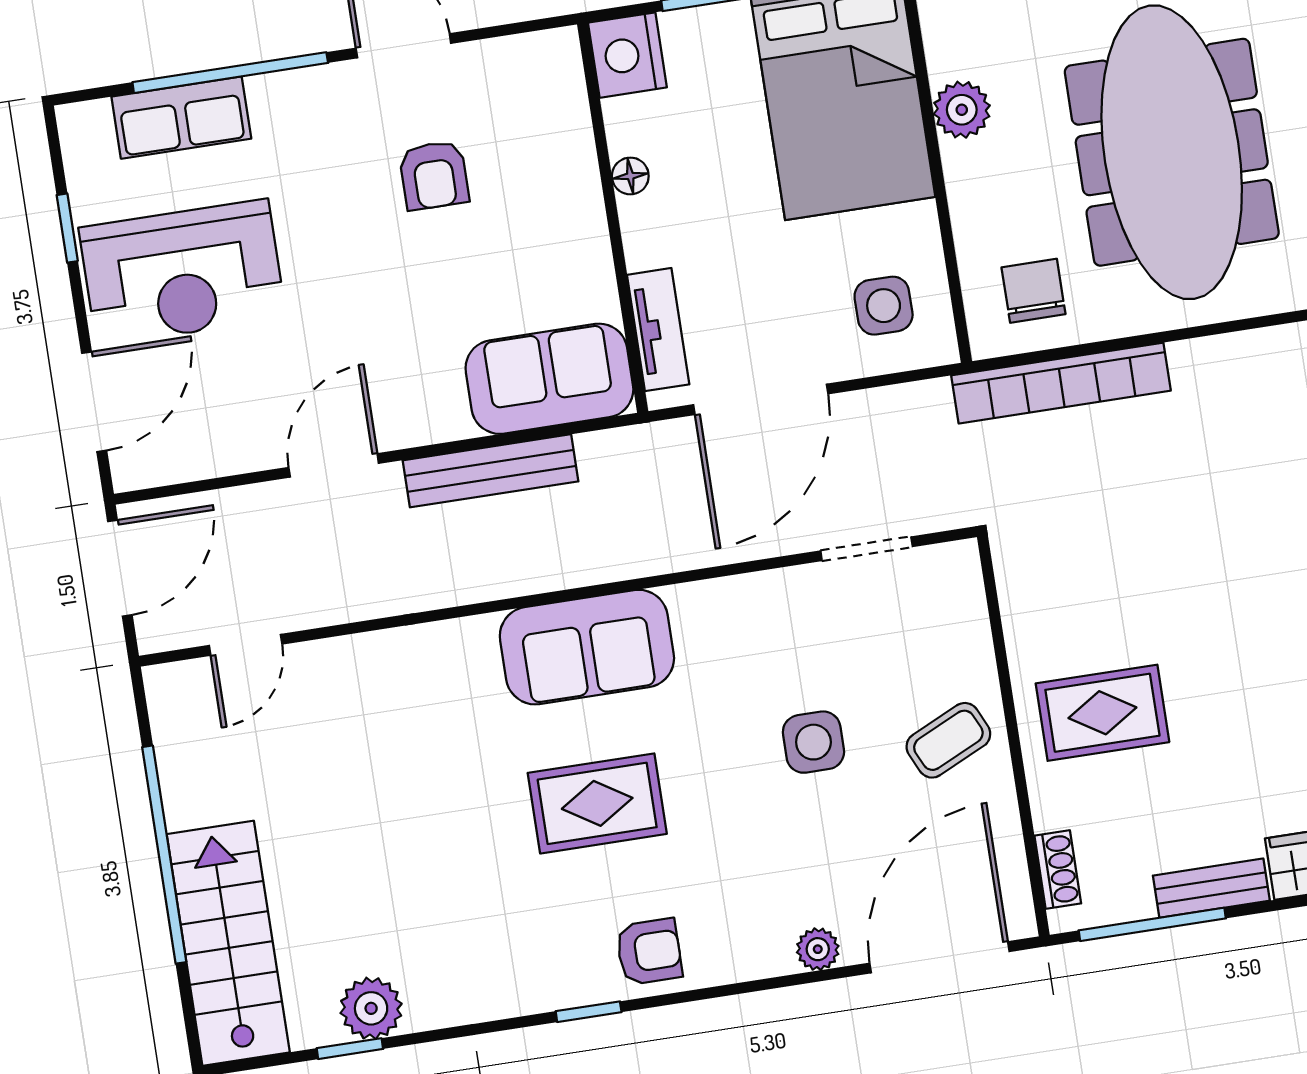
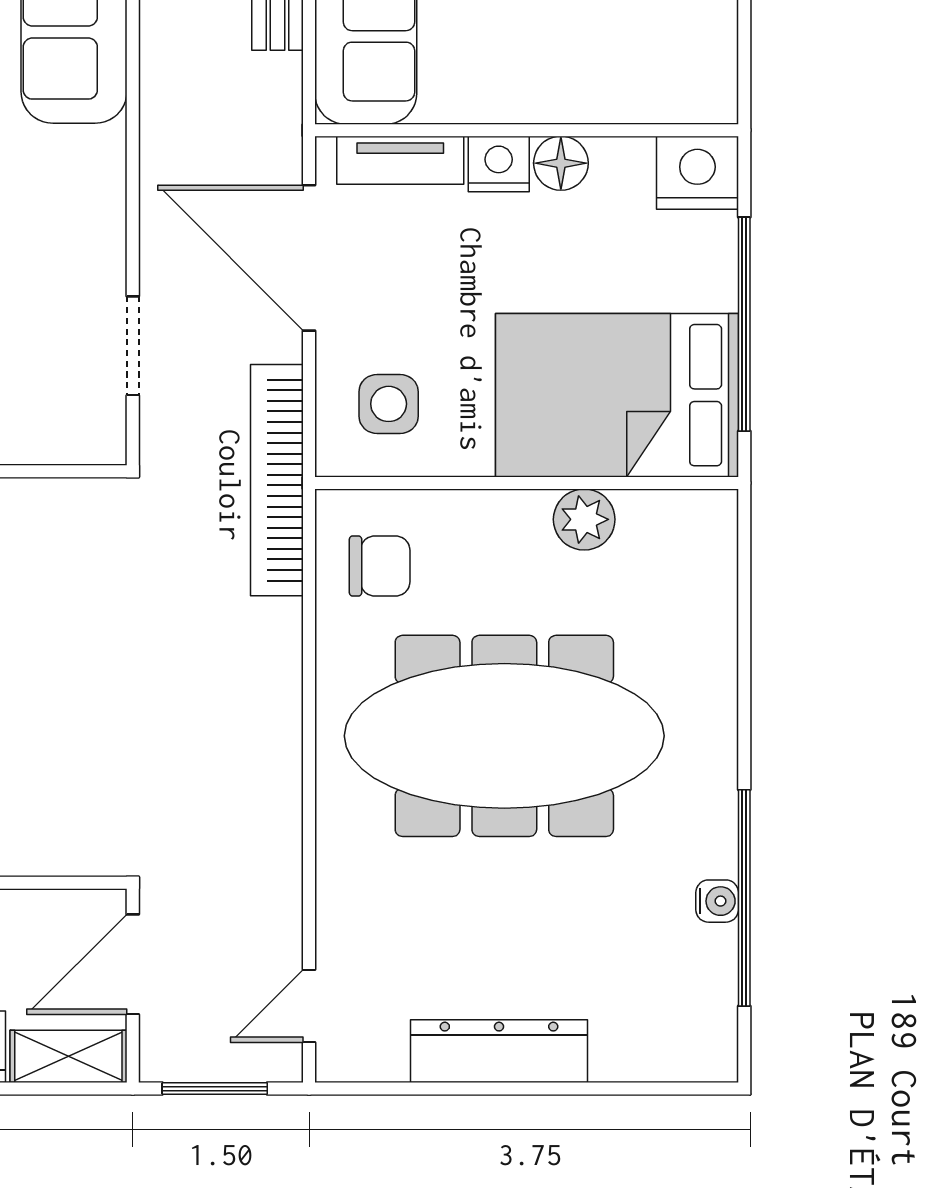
floor lamp: (630, 176) -> (561, 163), width x1.37, depth x1.37
nightstand: (648, 239) -> (499, 164), added
bookcase: (1061, 383) -> (277, 480), moved

